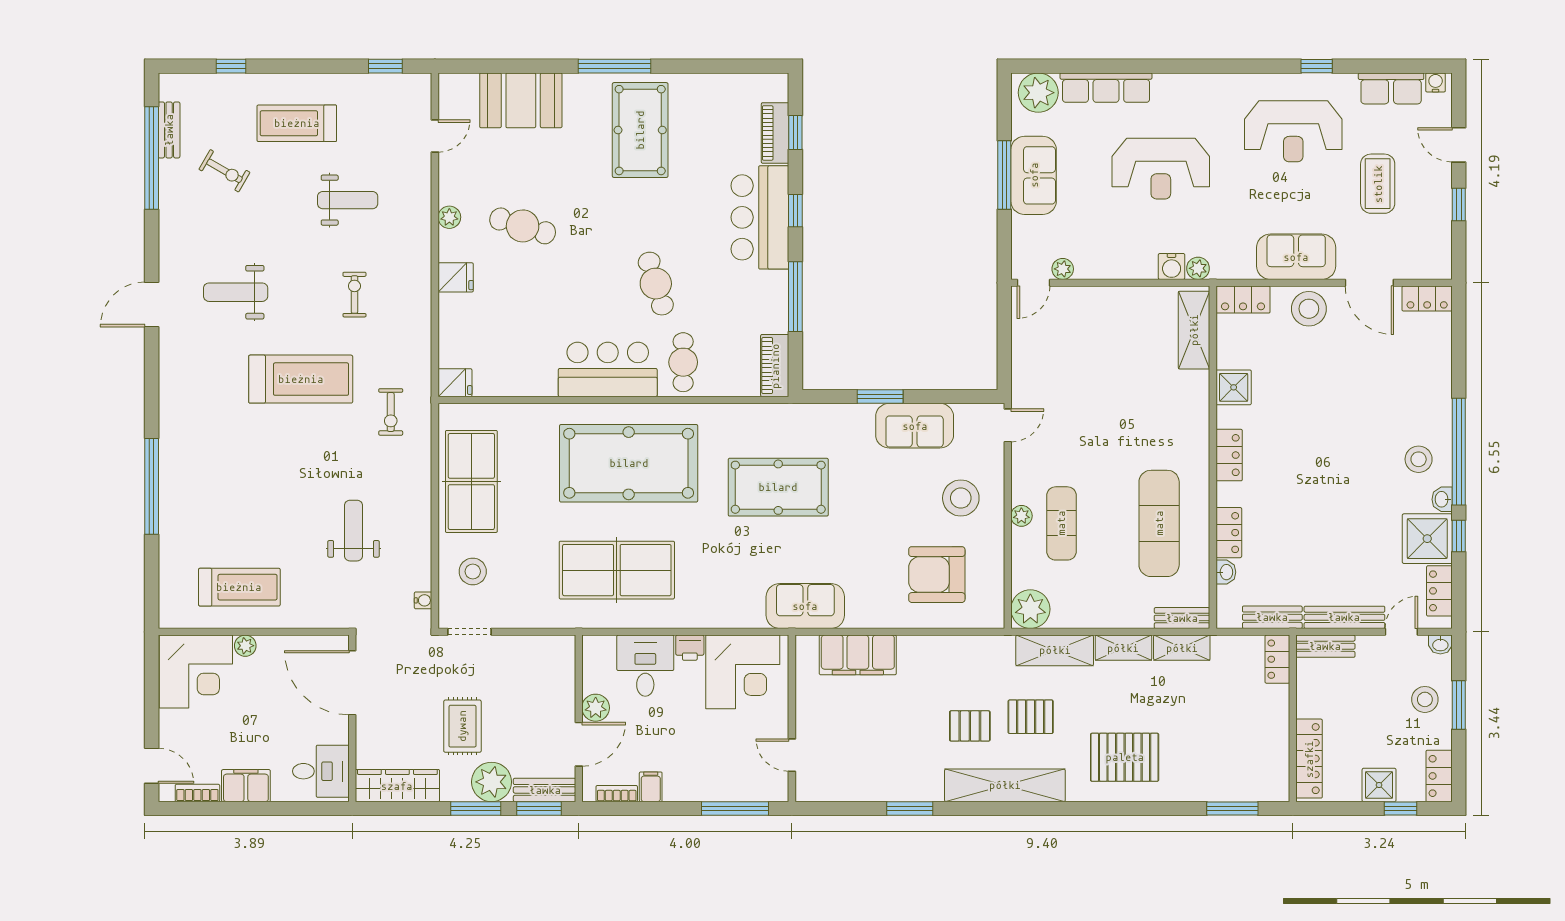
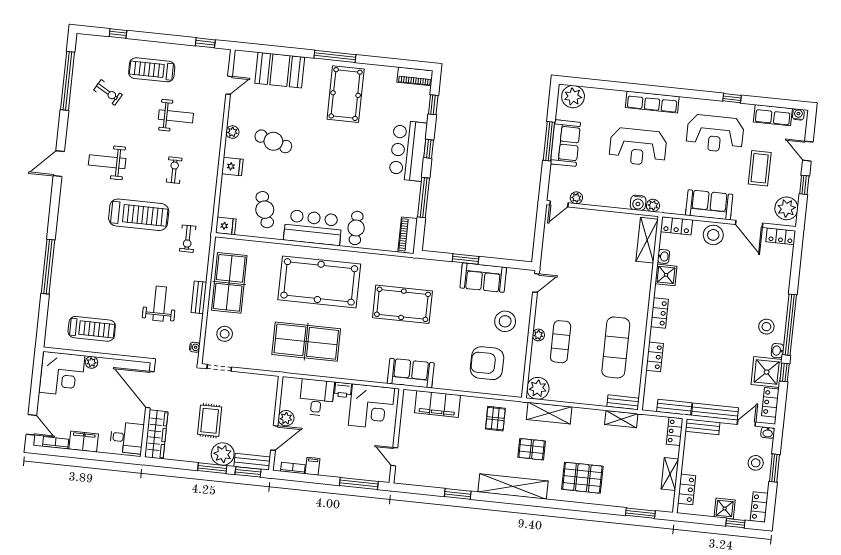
row of seats: (1106, 88) -> (652, 102), moved
bench: (169, 130) -> (199, 297), moved
piano: (775, 133) -> (415, 76), moved, turned -90
plant: (1432, 249) -> (786, 208), added
cafe table: (656, 284) -> (265, 210), moved
washbasin: (1226, 572) -> (664, 256), moved
shelving: (1123, 648) -> (670, 474), moved, turned 90
pallet: (970, 726) -> (495, 419), moved, turned 90
locker: (1309, 759) -> (687, 489), width x0.66
wardrobe: (397, 786) -> (156, 434), moved, turned 90

